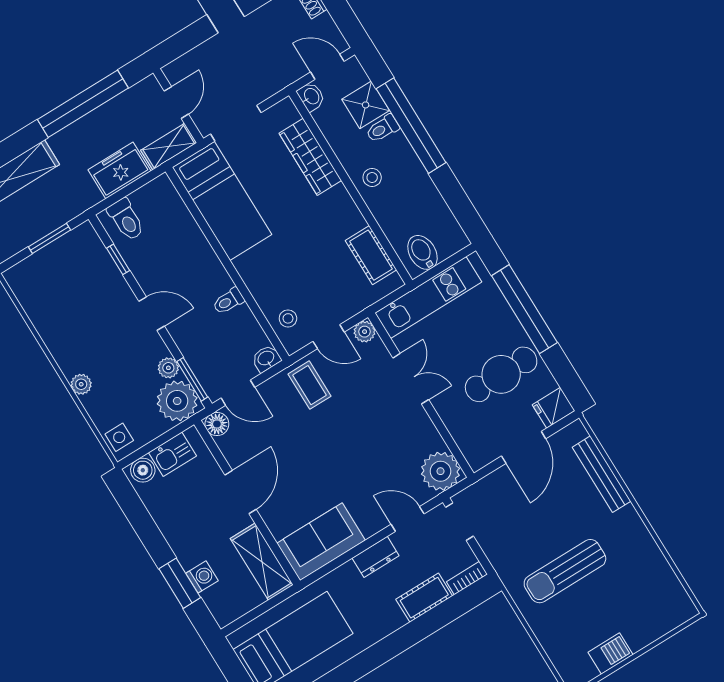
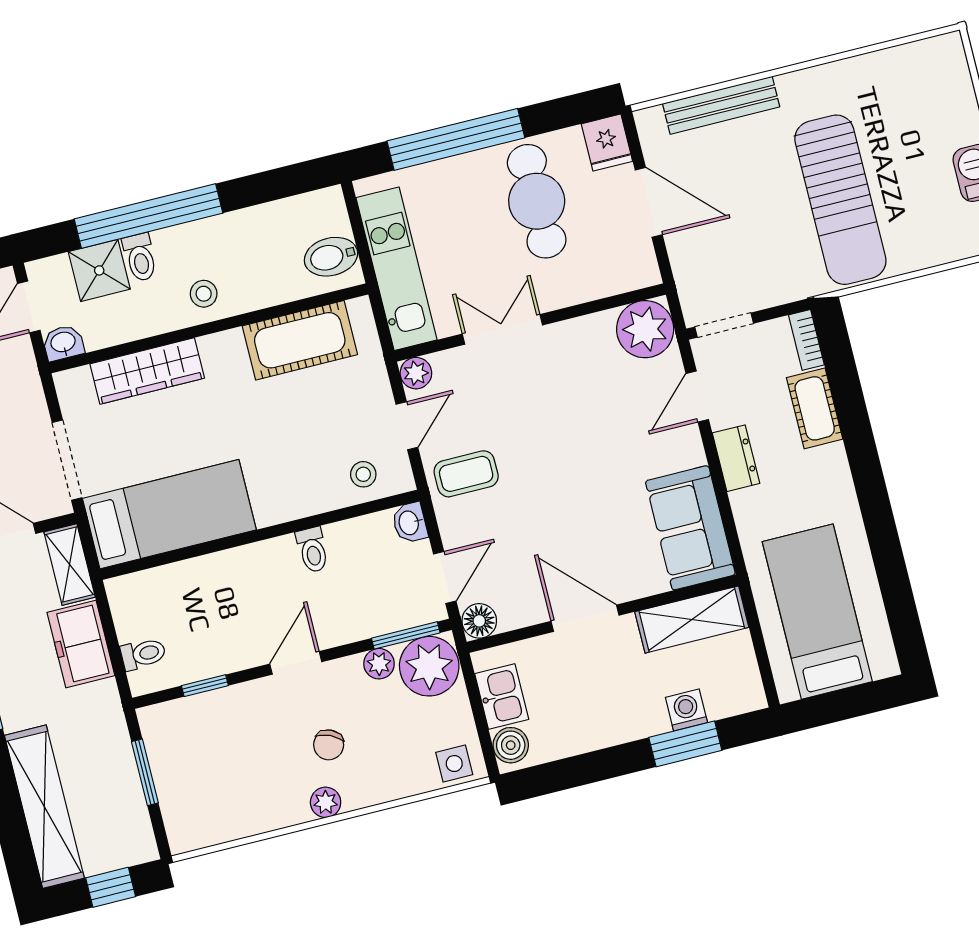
toilet: (126, 219) -> (143, 654), width x0.73, depth x0.72
cot: (371, 255) -> (300, 340), width x1.37, depth x1.34
chair: (105, 352) -> (329, 745), added
plant: (81, 384) -> (326, 802), moved
sun lounger: (565, 571) -> (840, 200), width x1.36, depth x1.34

